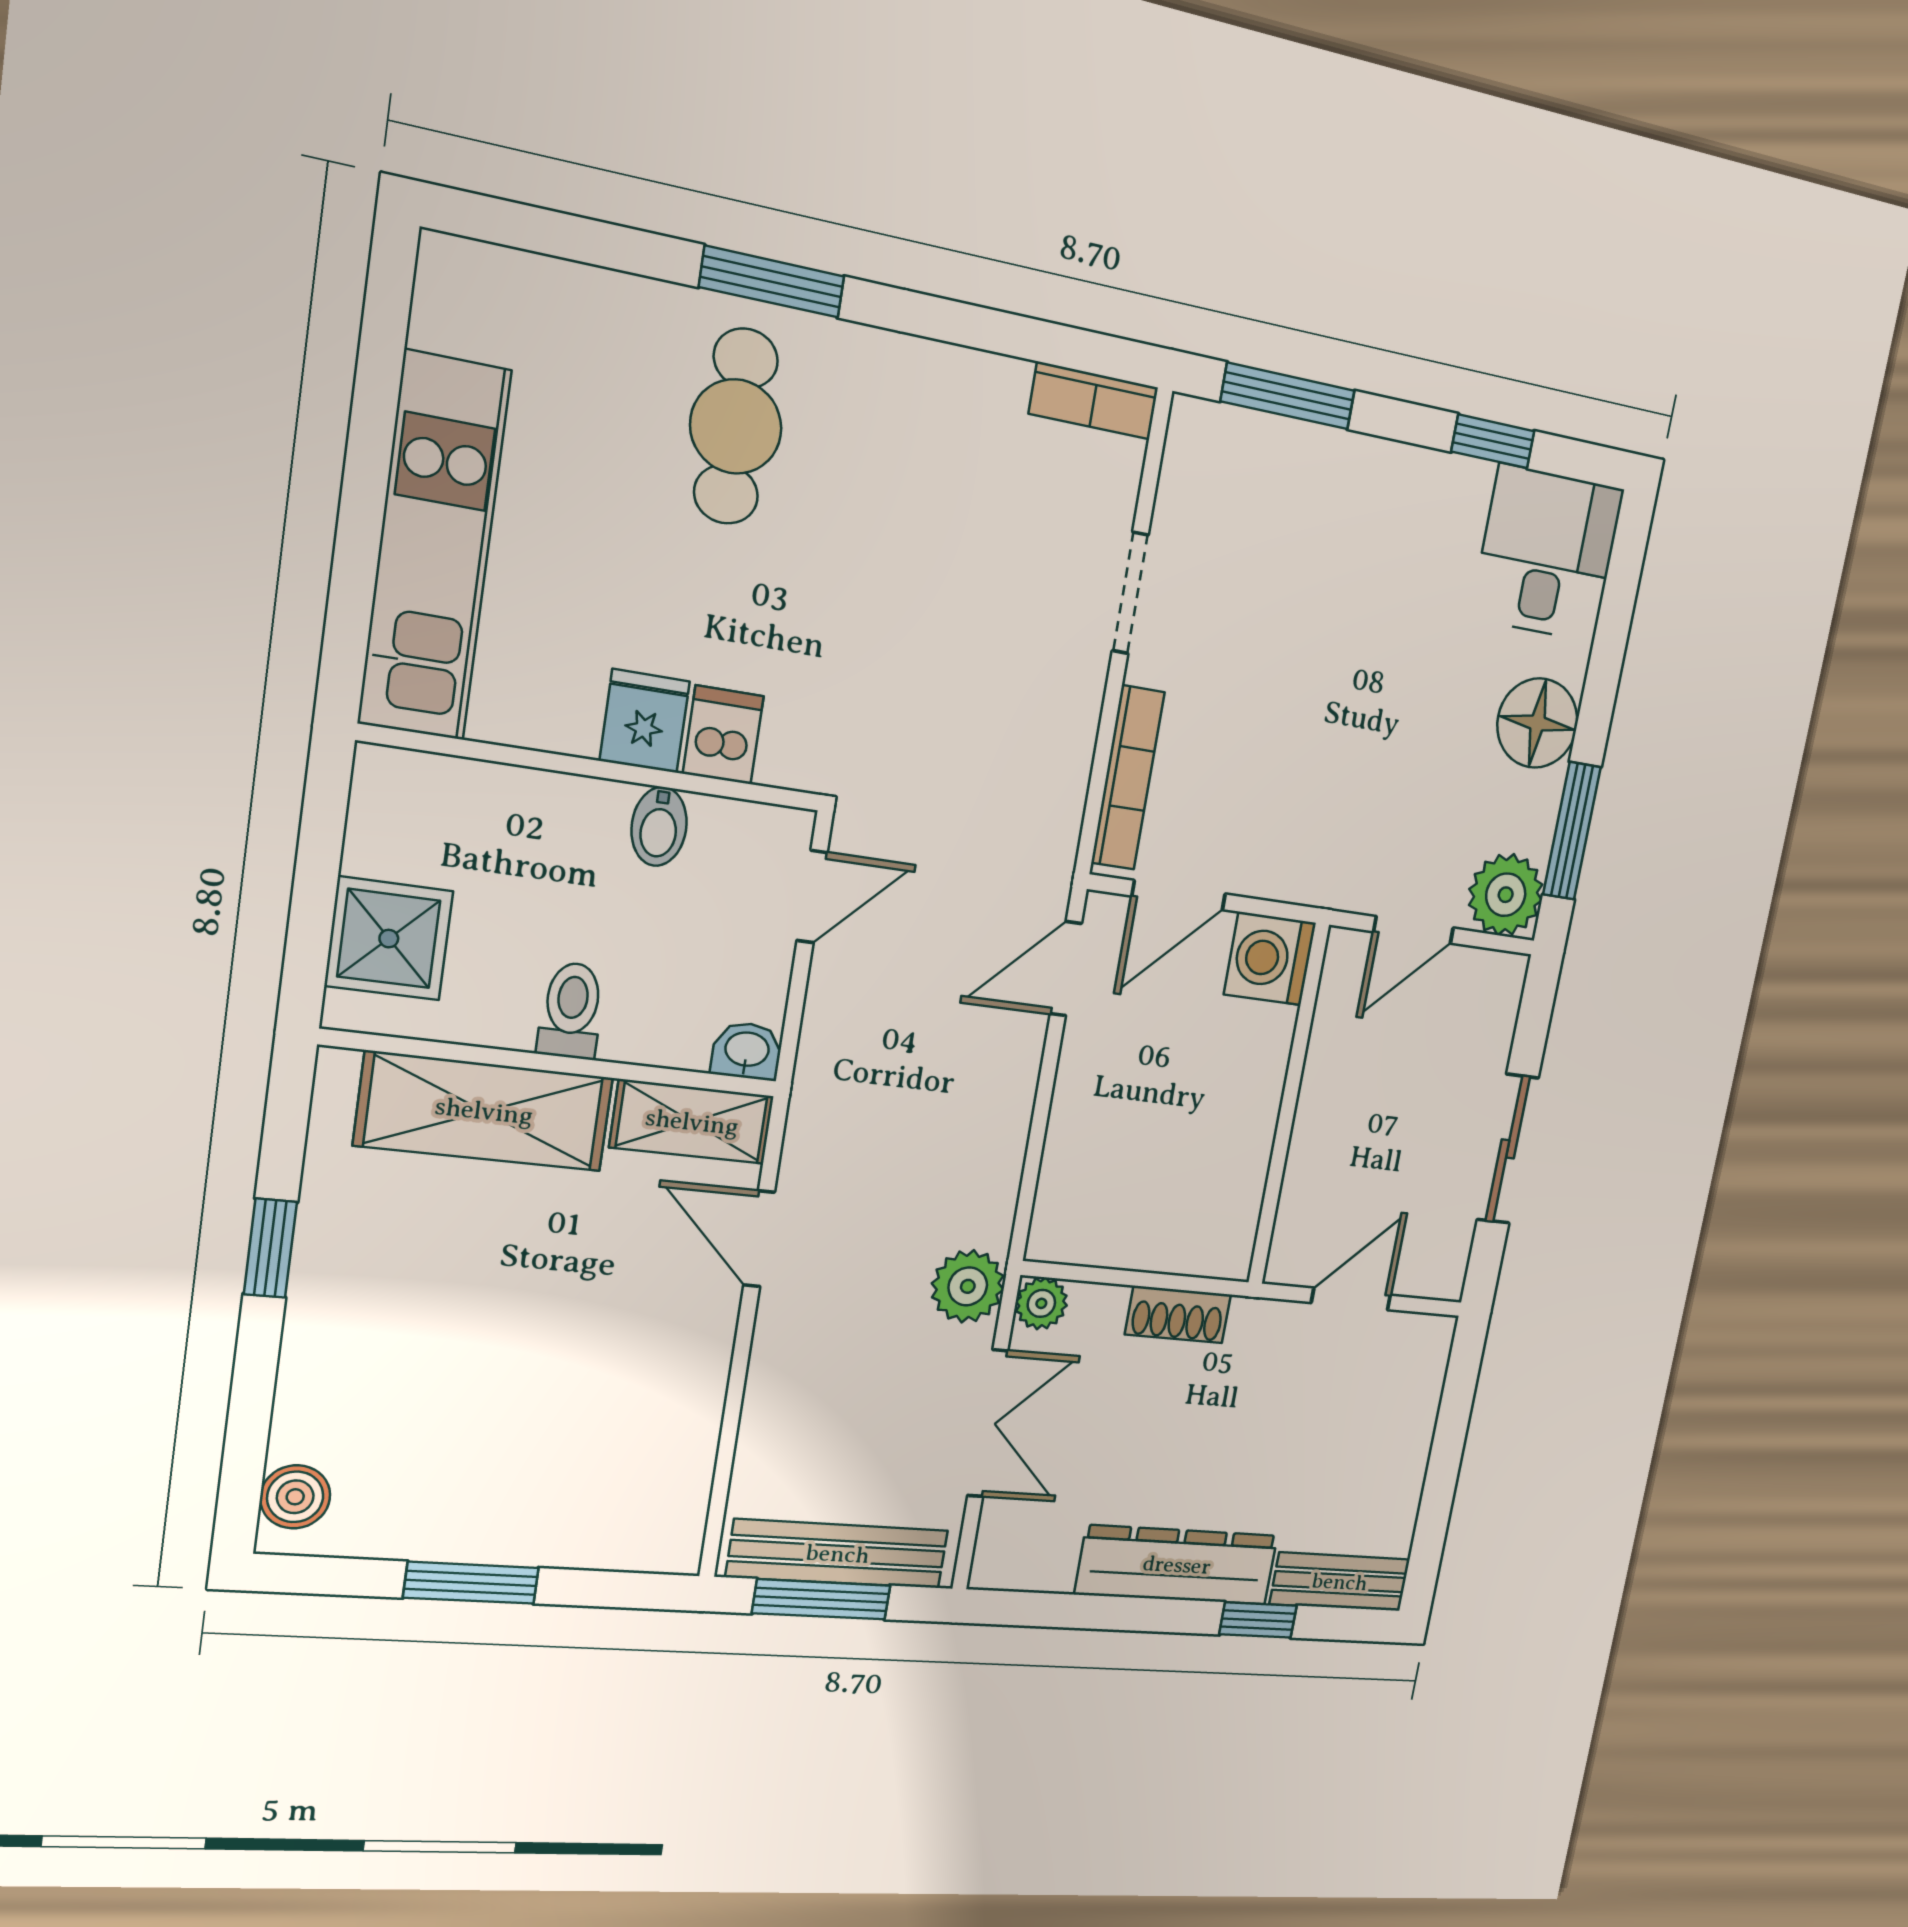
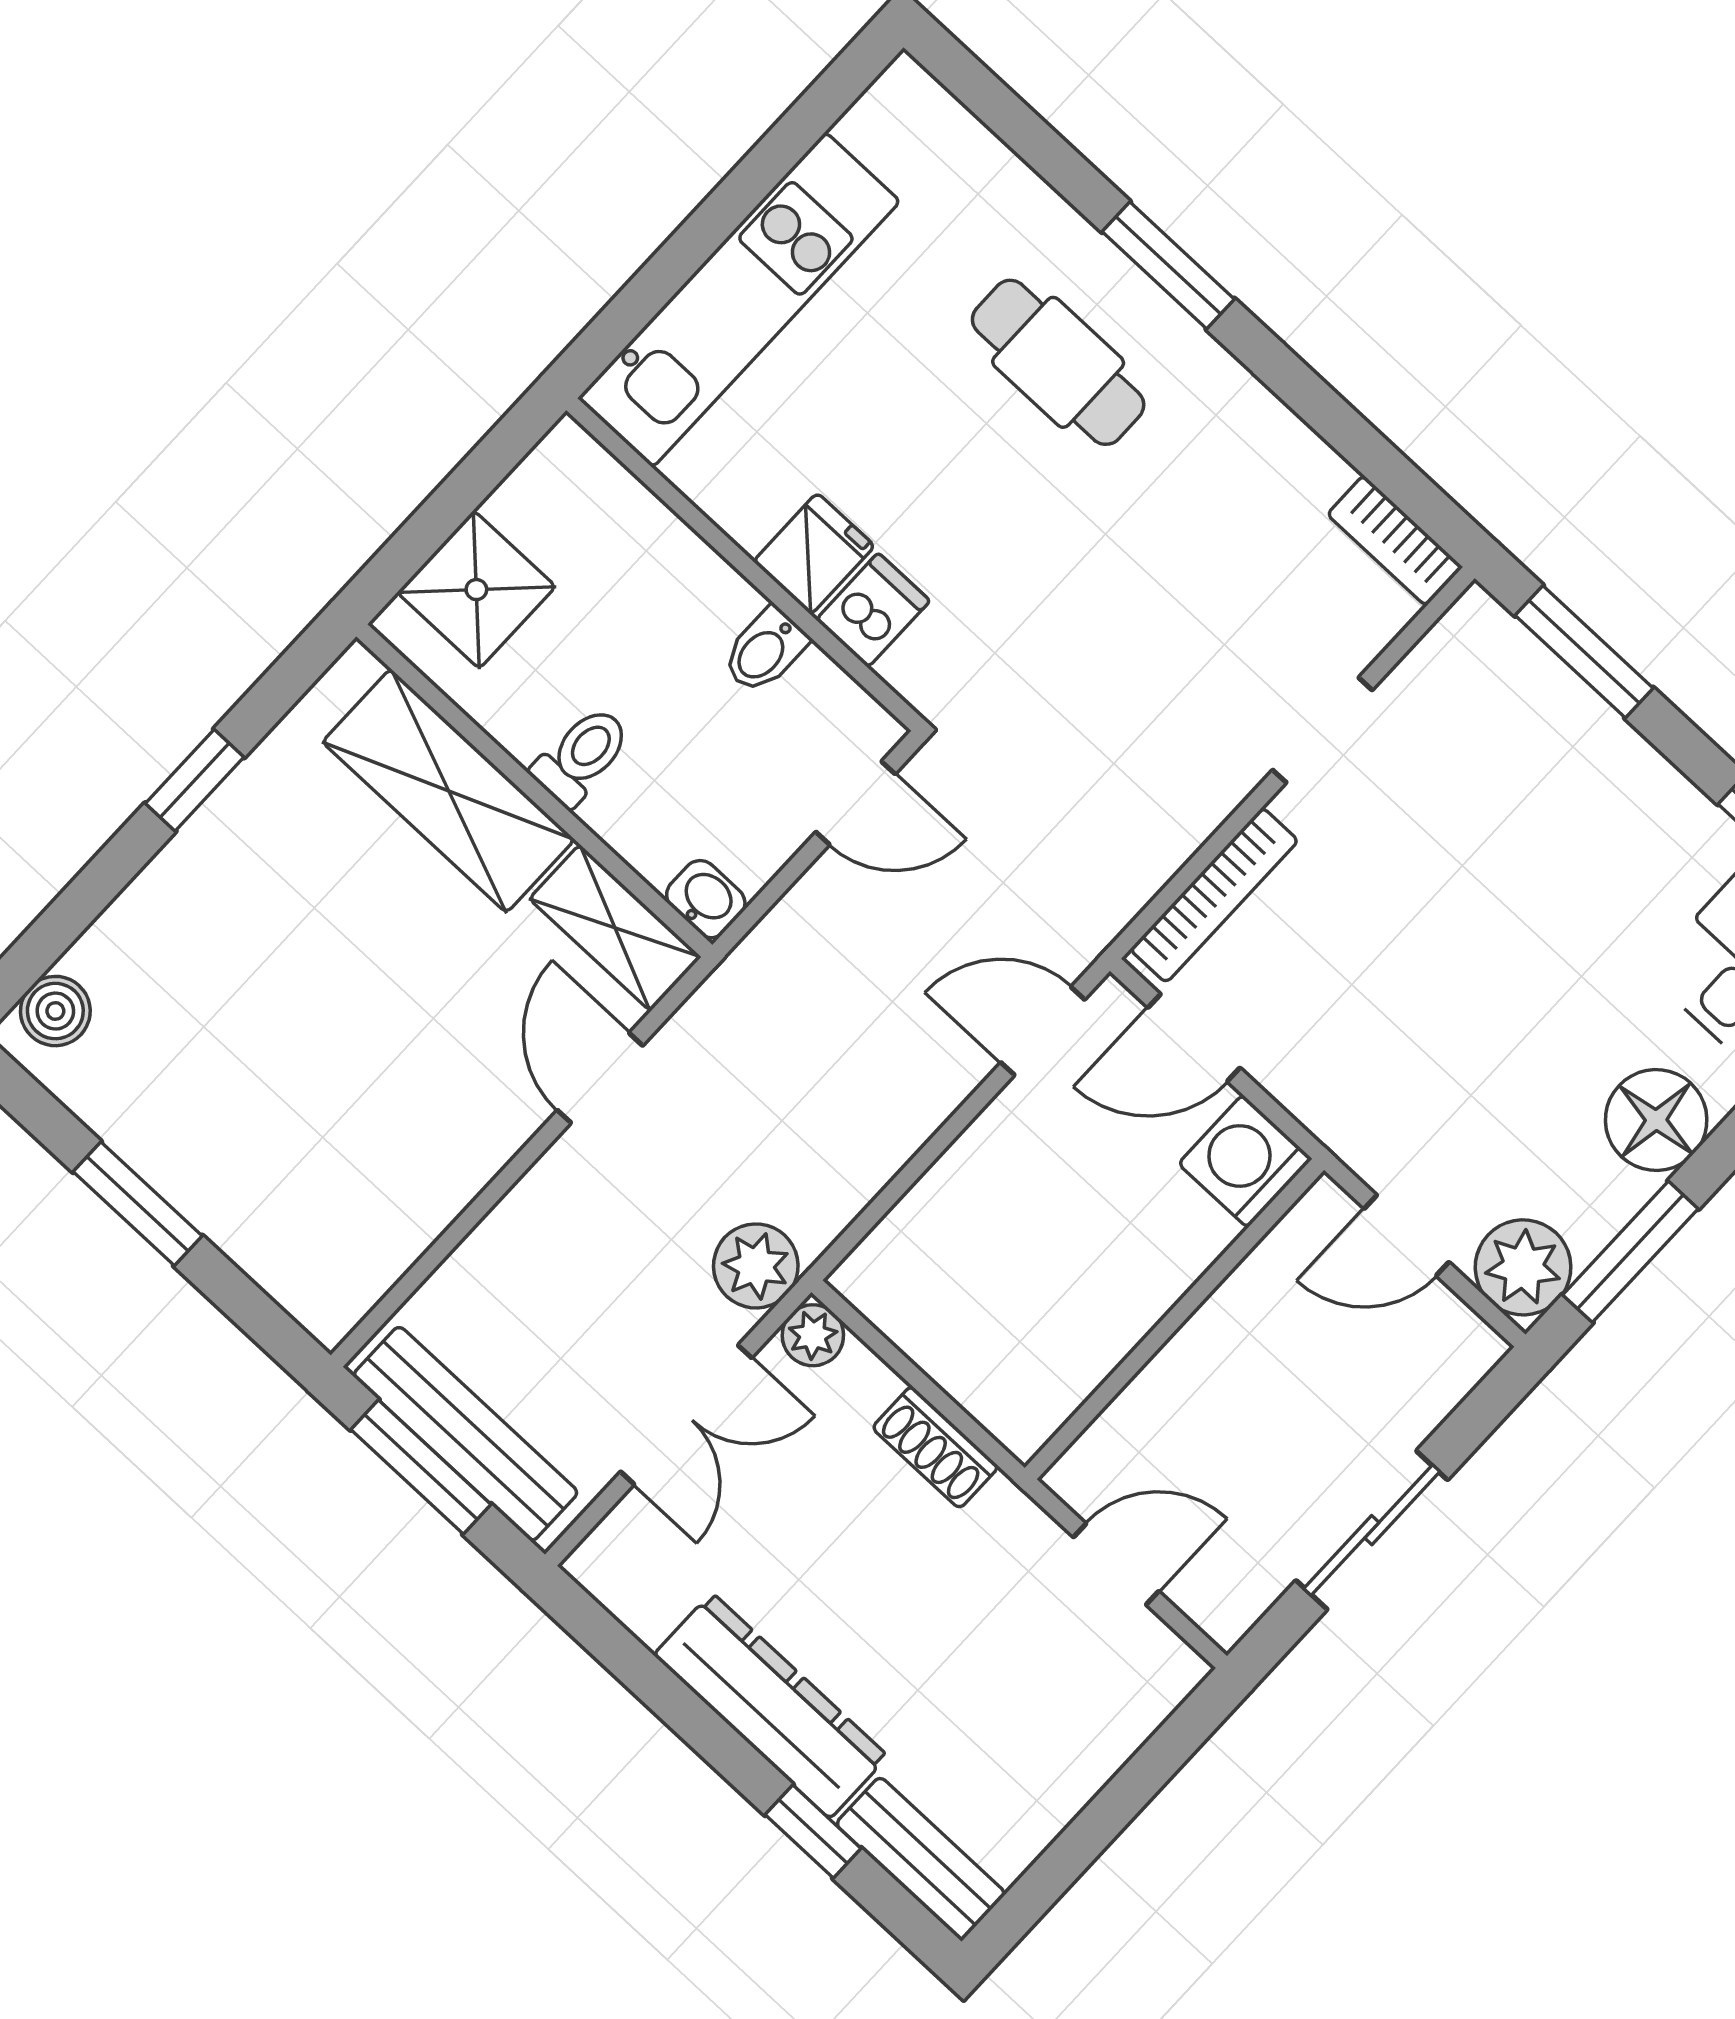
cafe table: (736, 427) -> (1058, 362), turned 90

